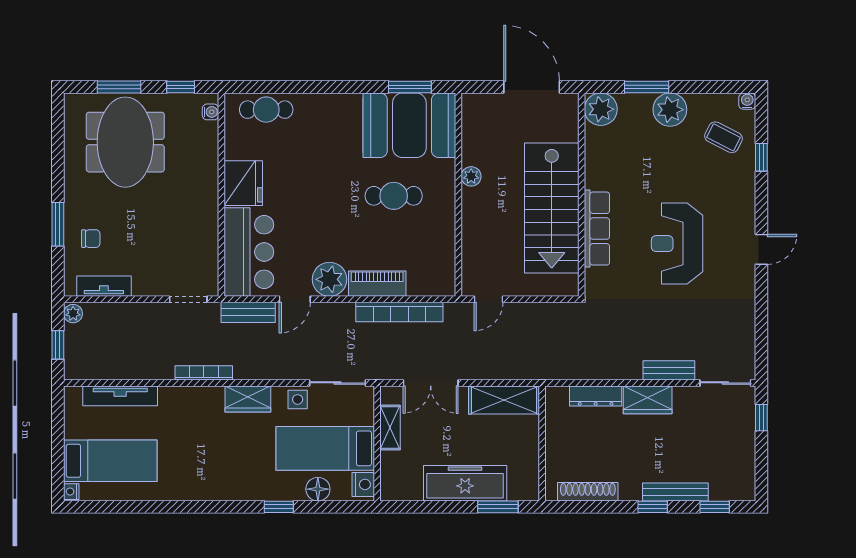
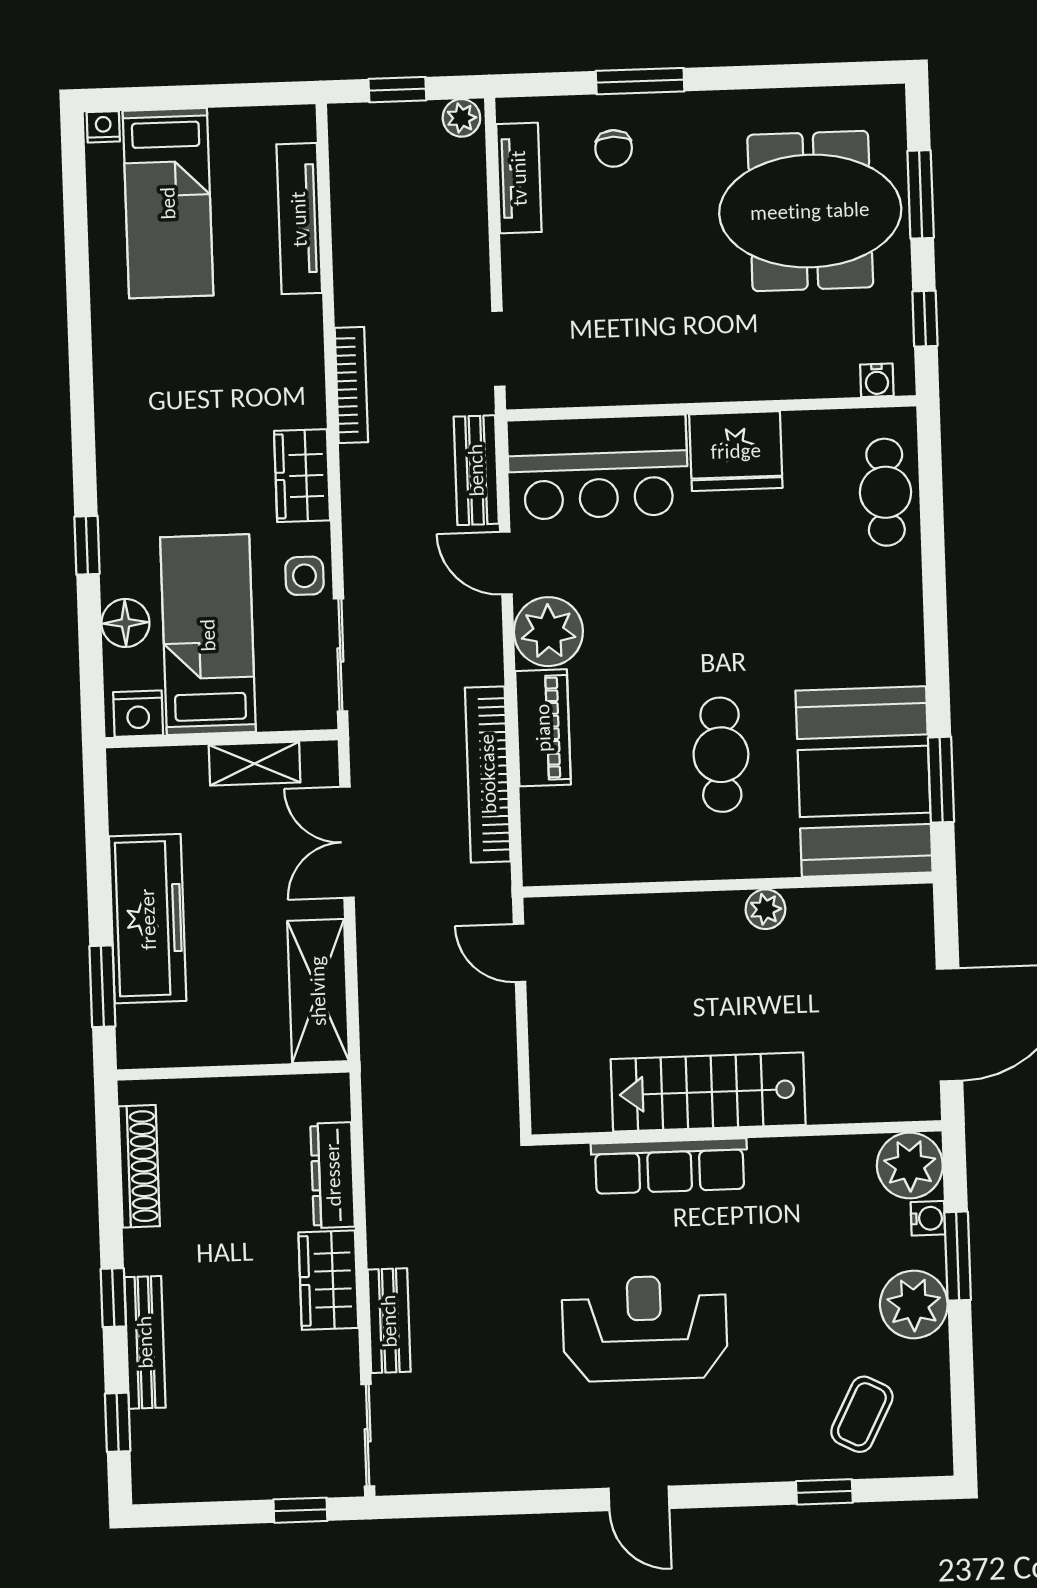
water cooler: (747, 101) -> (928, 1218), moved
stairs: (552, 208) -> (708, 1092), width x0.73, depth x0.66

